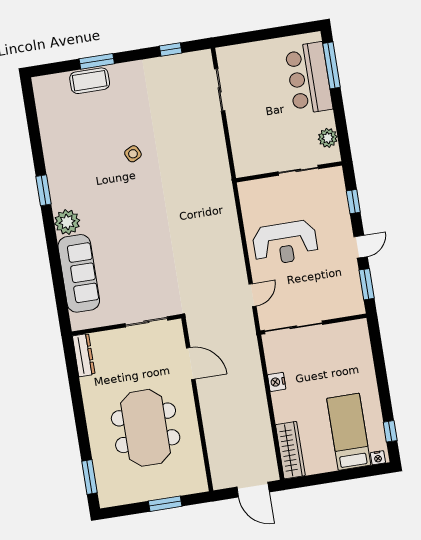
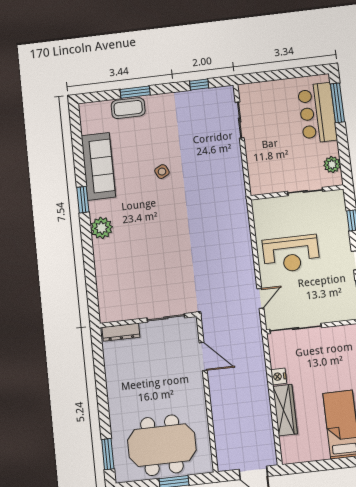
sofa: (79, 273) -> (98, 166), moved
dresser: (84, 355) -> (121, 332), moved, turned 90
meeting table: (146, 428) -> (162, 445), moved, turned 90
wardrobe: (290, 450) -> (285, 410), moved

